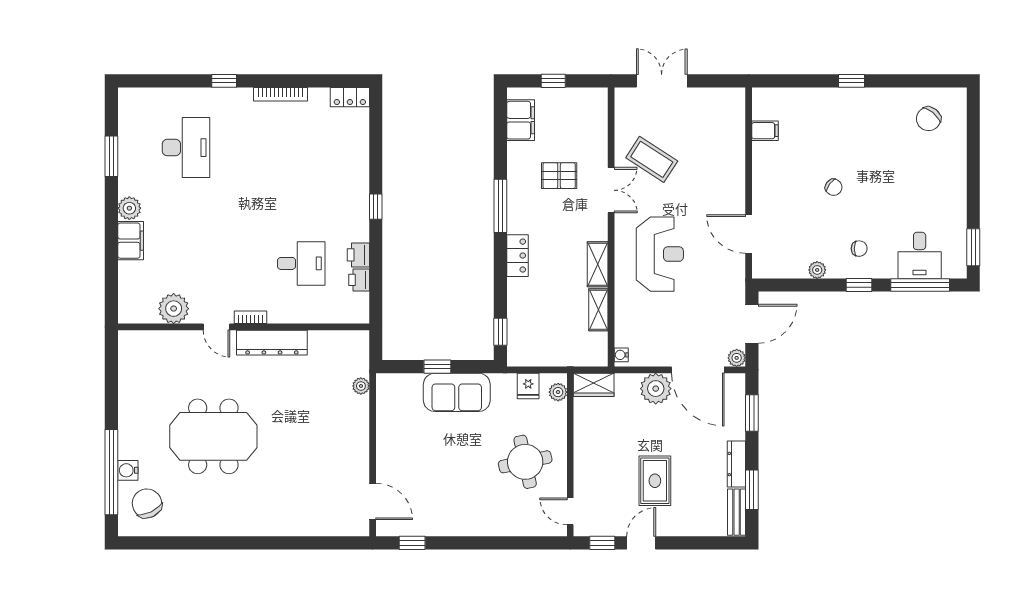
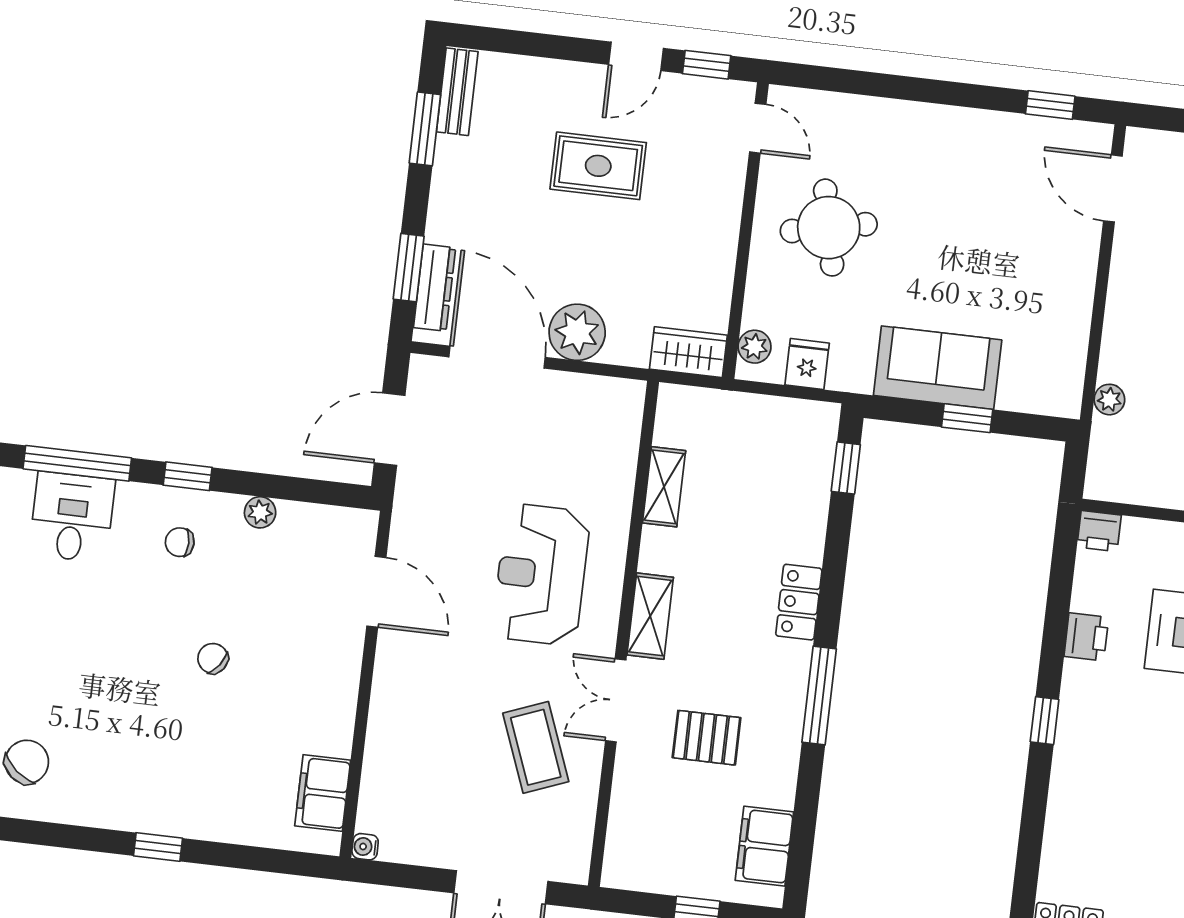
filing cabinet: (765, 131) -> (323, 793), width x2.00
coffee table: (652, 159) -> (536, 747), turned 36
shelving: (598, 264) -> (650, 616), moved
printer: (359, 280) -> (1099, 531), moved, turned 90
water cooler: (621, 355) -> (365, 847), moved, turned 180
plant: (737, 358) -> (424, 370), removed
dresser: (736, 464) -> (435, 288), moved
rug: (655, 481) -> (598, 166), turned 90

